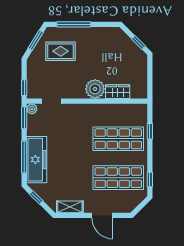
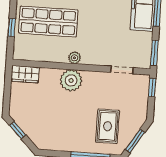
rug: (61, 51) -> (108, 126), turned 90
wardrobe: (118, 92) -> (25, 74), moved
plant: (32, 109) -> (75, 58), moved

